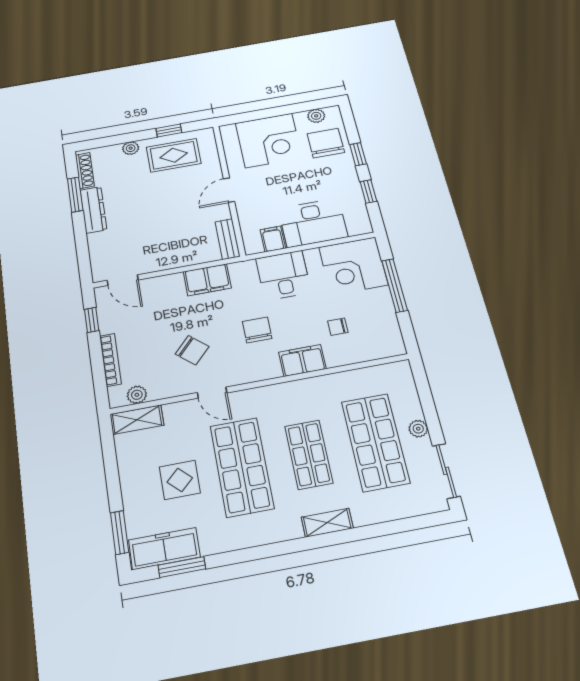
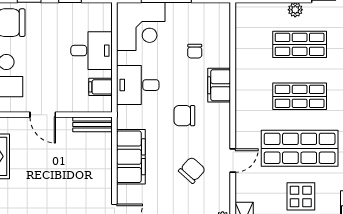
desk: (313, 223) -> (92, 51), width x0.73
filing cabinet: (207, 280) -> (131, 157), width x1.50, depth x1.17
shop shelf: (375, 442) -> (300, 44), width x0.70, depth x0.74

